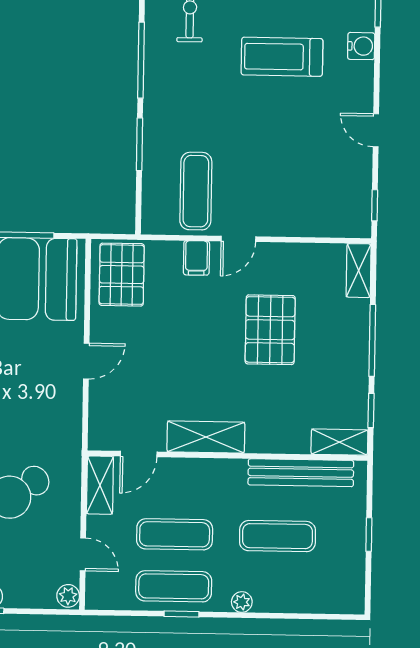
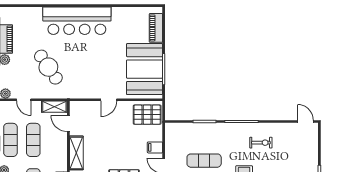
exercise mat: (196, 191) -> (204, 161), moved
door: (86, 361) -> (109, 100), hinge flipped
door: (83, 554) -> (24, 100), hinge flipped

